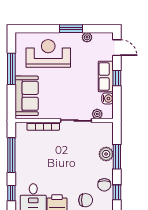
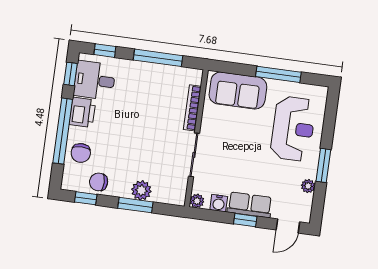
plant: (97, 114) -> (197, 201), moved

